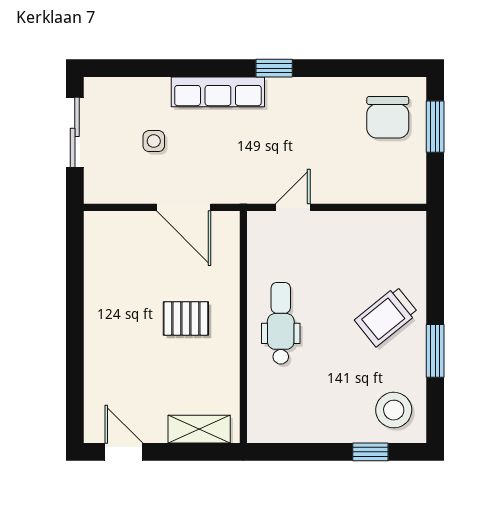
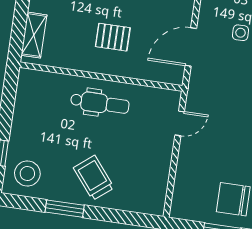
door: (293, 207) -> (180, 123), hinge flipped
pallet: (186, 318) -> (113, 37), turned 90

